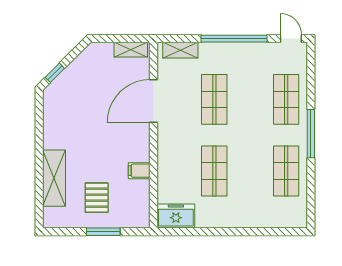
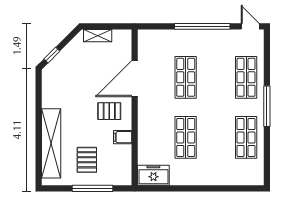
shelving: (131, 50) -> (98, 36), moved
shelving: (180, 50) -> (157, 36), removed
pallet: (123, 140) -> (109, 111), added
shelving: (54, 178) -> (51, 143), width x1.47
window: (103, 232) -> (93, 188), width x1.44

